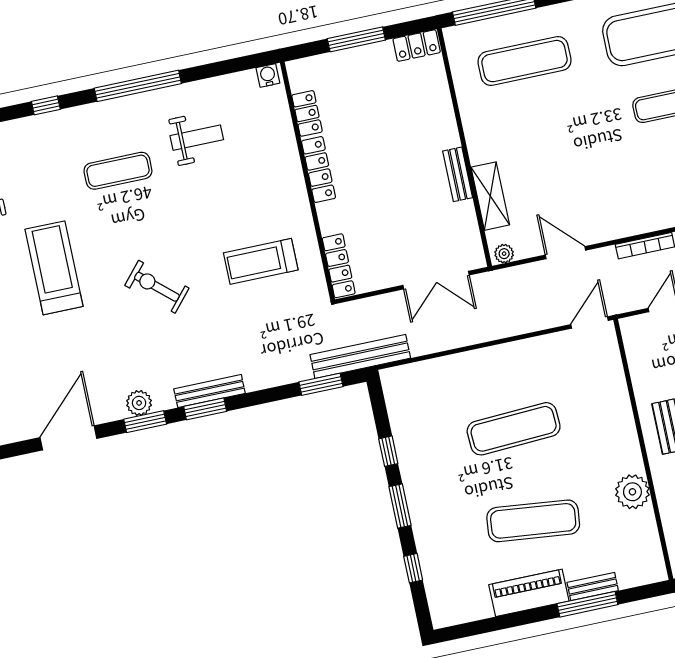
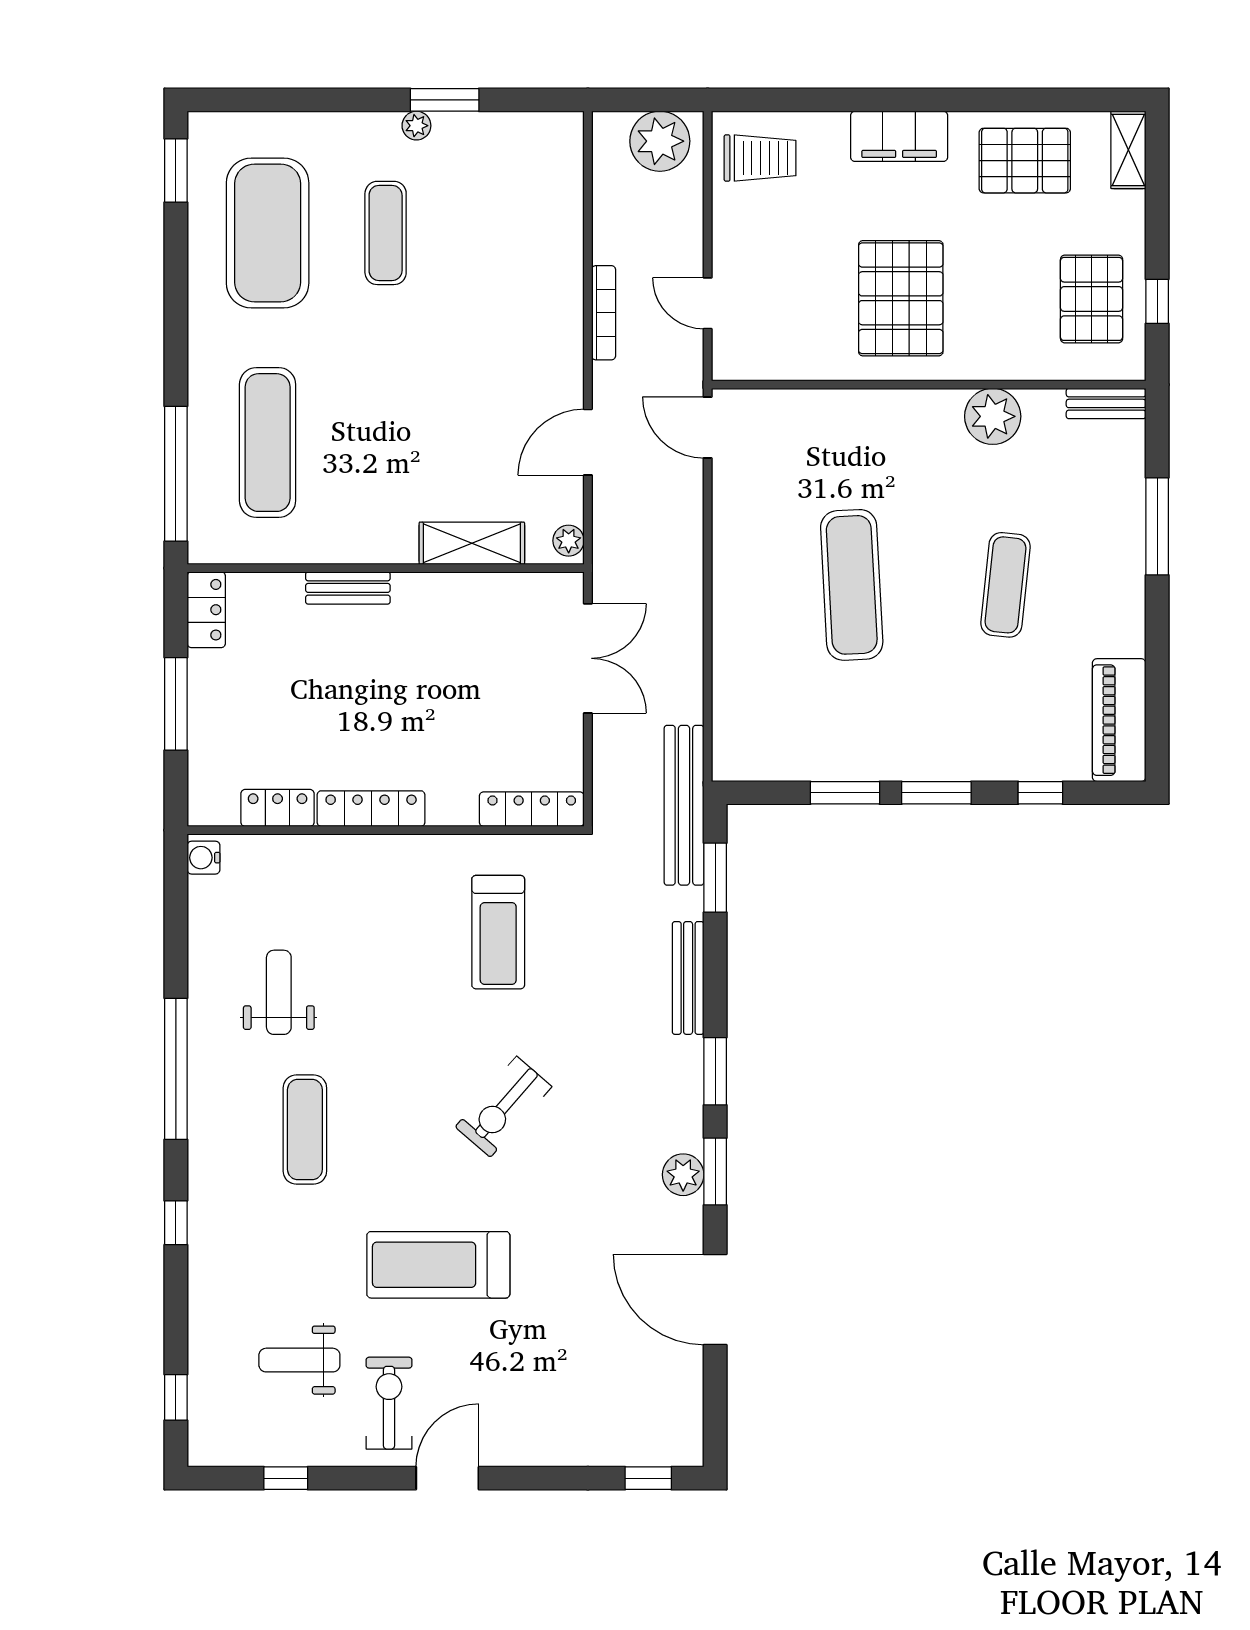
bench: (458, 174) -> (348, 588), moved
bench: (210, 391) -> (688, 978), moved
window: (388, 451) -> (845, 793), width x1.50
exercise mat: (533, 521) -> (1005, 585), width x0.73, depth x0.69
bench: (593, 587) -> (1106, 403), moved, turned 90
piano: (529, 593) -> (1119, 720), moved

